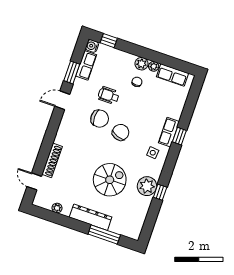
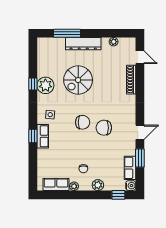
plant: (142, 64) -> (98, 185), moved
wheelchair: (109, 95) -> (103, 149), removed
chair: (121, 132) -> (83, 122), turned -110

